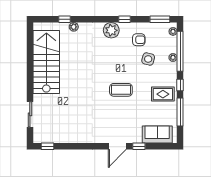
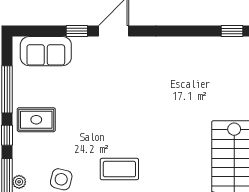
coffee table: (121, 90) -> (119, 169), moved

